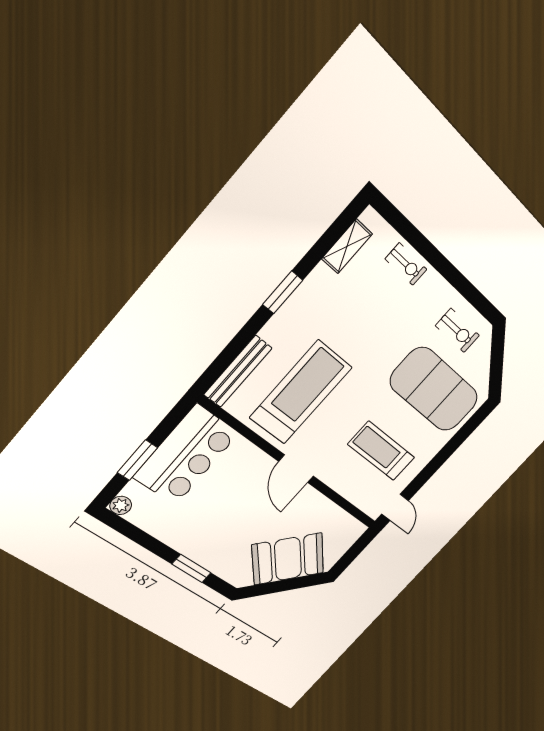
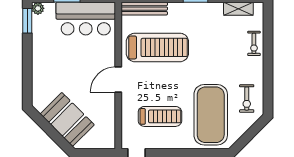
treadmill: (381, 451) -> (160, 116), turned 90
window: (191, 568) -> (27, 21), moved

